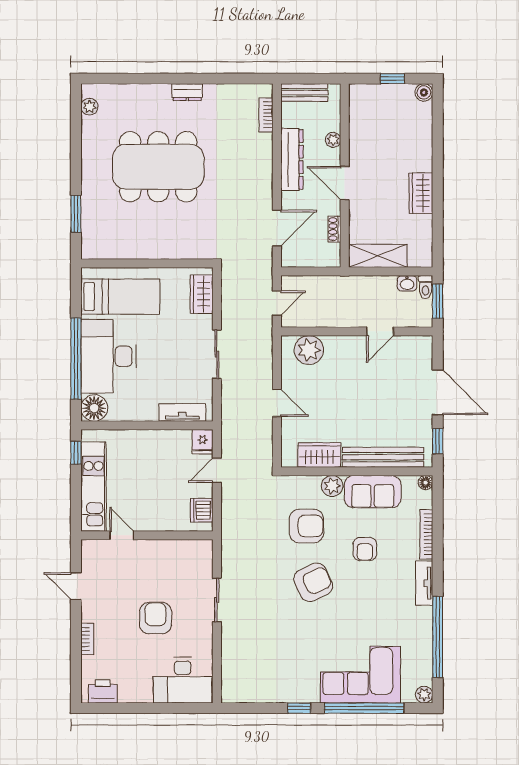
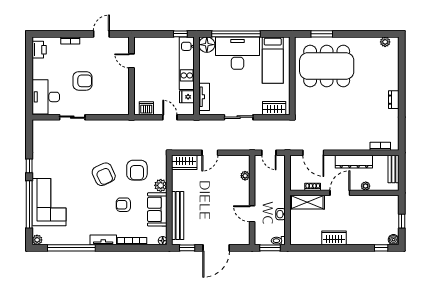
window: (438, 113) -> (381, 248), added
dining table: (158, 167) -> (327, 66), moved, turned 90
shelving: (378, 256) -> (307, 202), moved, turned 90
washbasin: (407, 283) -> (281, 214), moved
plant: (309, 350) -> (245, 176), width x0.53, depth x0.53
fridge: (202, 442) -> (187, 97), moved
wardrobe: (319, 455) -> (184, 162), moved, turned 90
kitchen unit: (94, 487) -> (187, 63), moved, turned 90
door: (122, 535) -> (131, 61), swing flipped
sliding door: (217, 600) -> (72, 117), moved

